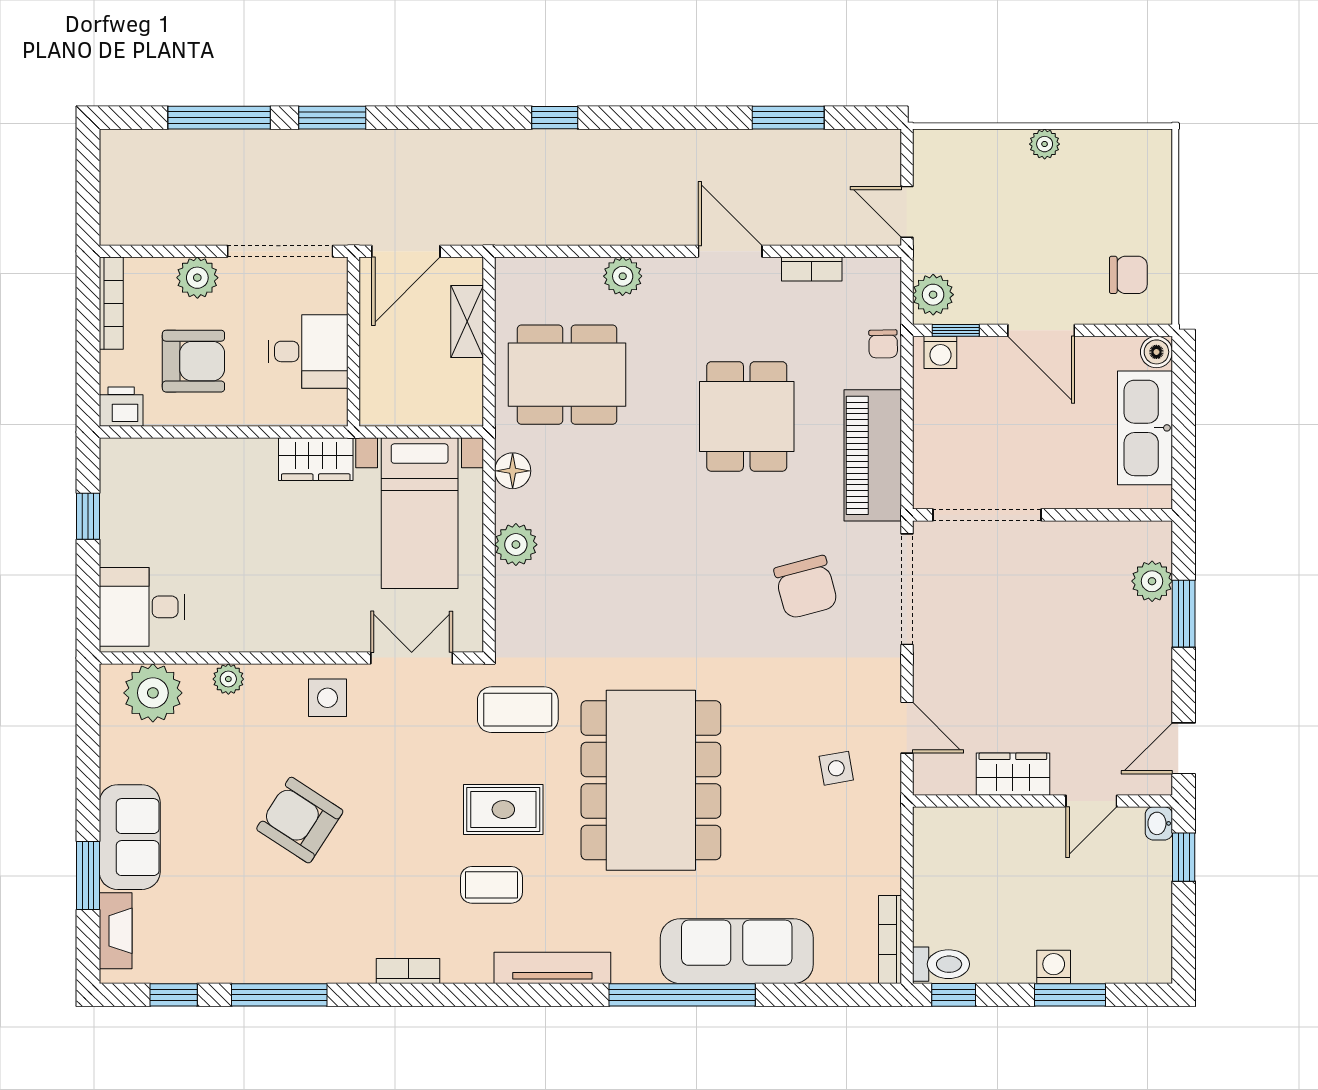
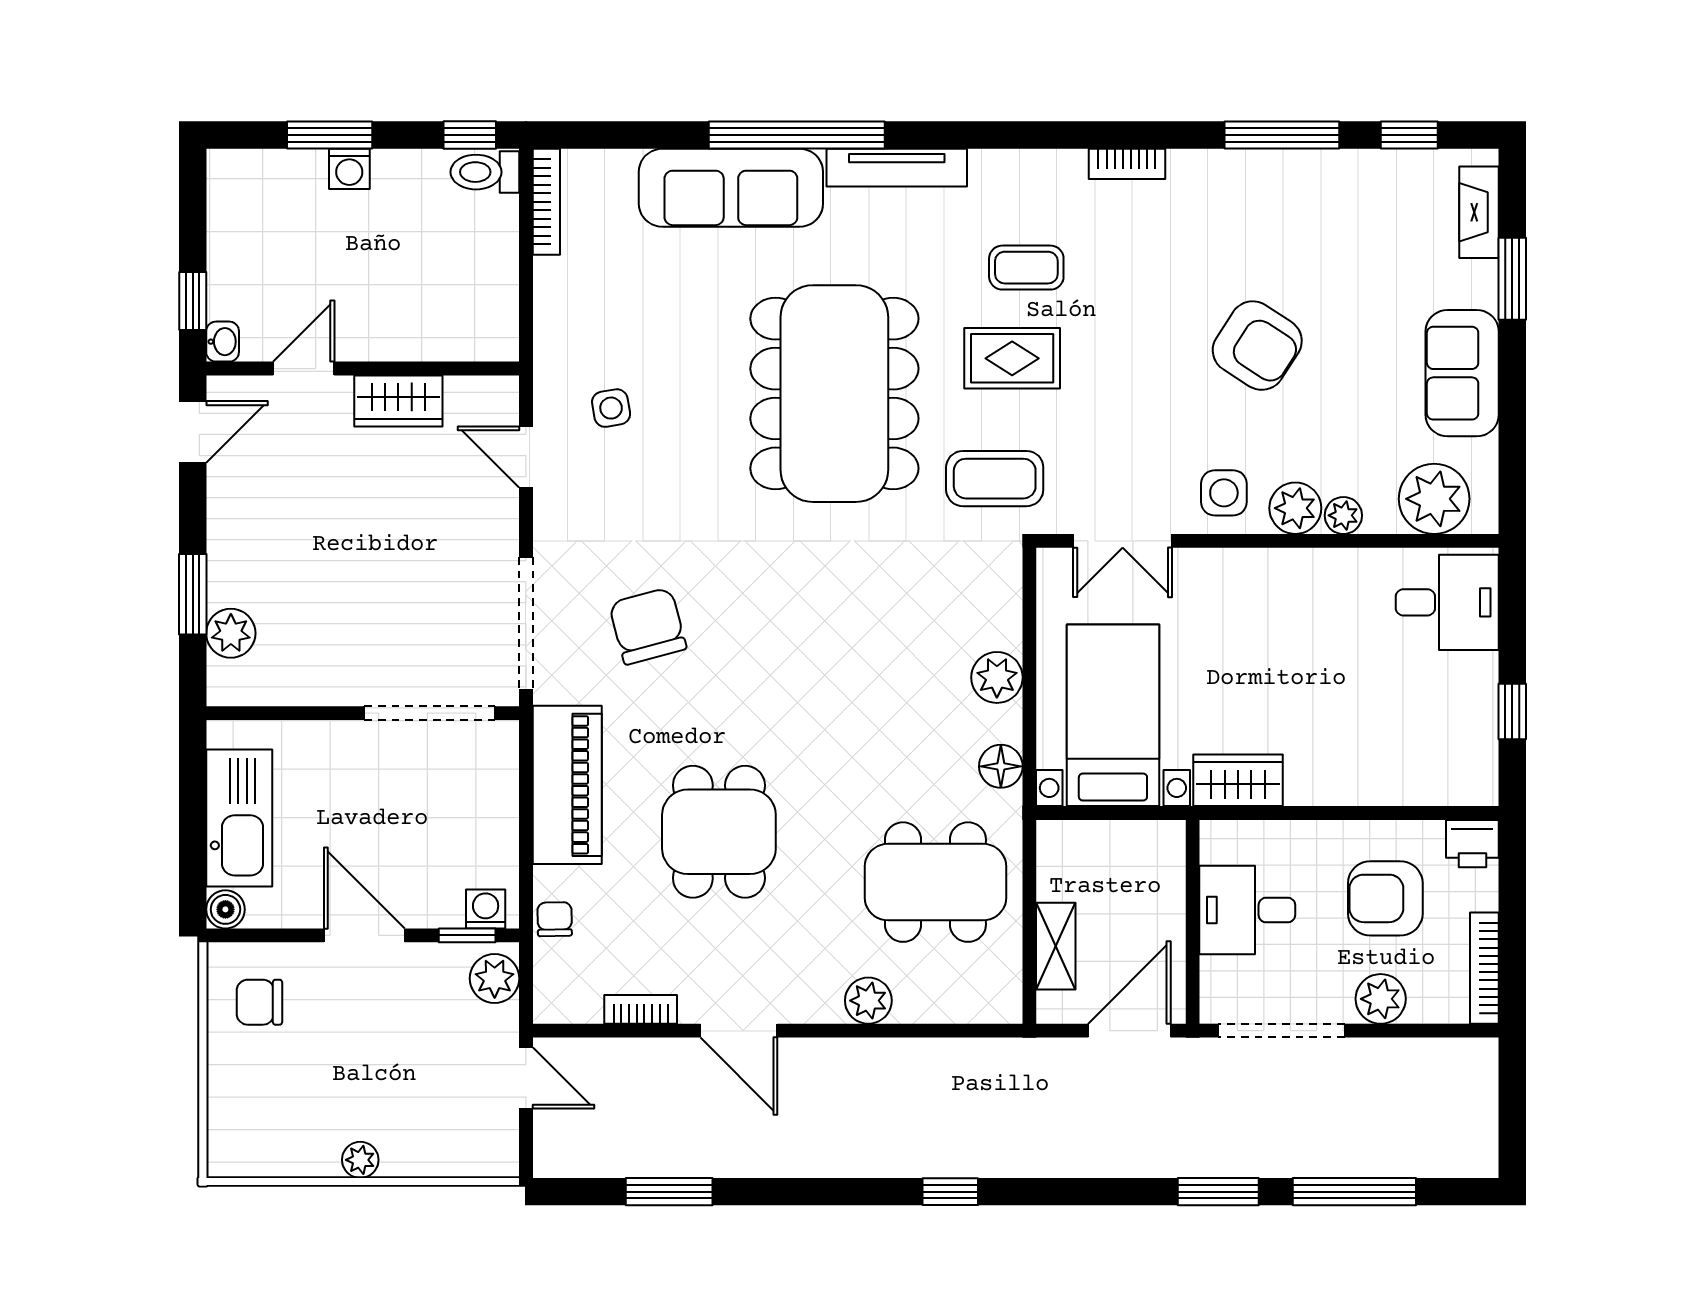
plant: (268, 685) -> (1295, 508), added
sofa: (130, 837) -> (1462, 373), moved
tv unit: (552, 968) -> (897, 168), moved

